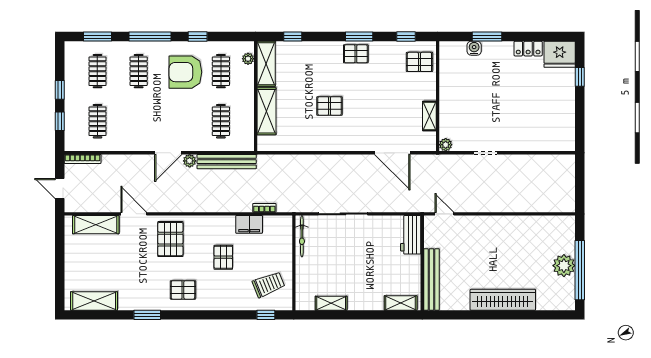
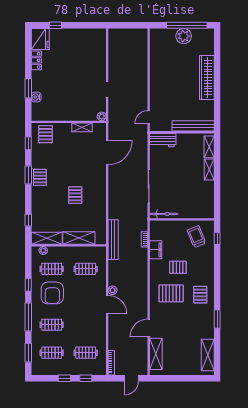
bench: (227, 162) -> (113, 240), moved
pallet: (170, 239) -> (171, 293), moved
shelving: (331, 303) -> (209, 170), moved

